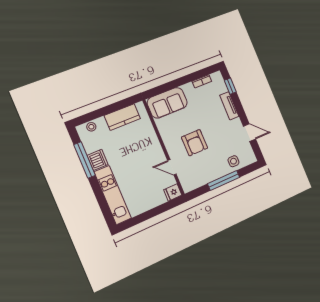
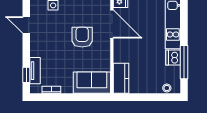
tv unit: (229, 106) -> (35, 71), moved
kitchen counter: (122, 117) -> (121, 78), moved, turned 90
door: (172, 167) -> (112, 24), width x1.88

